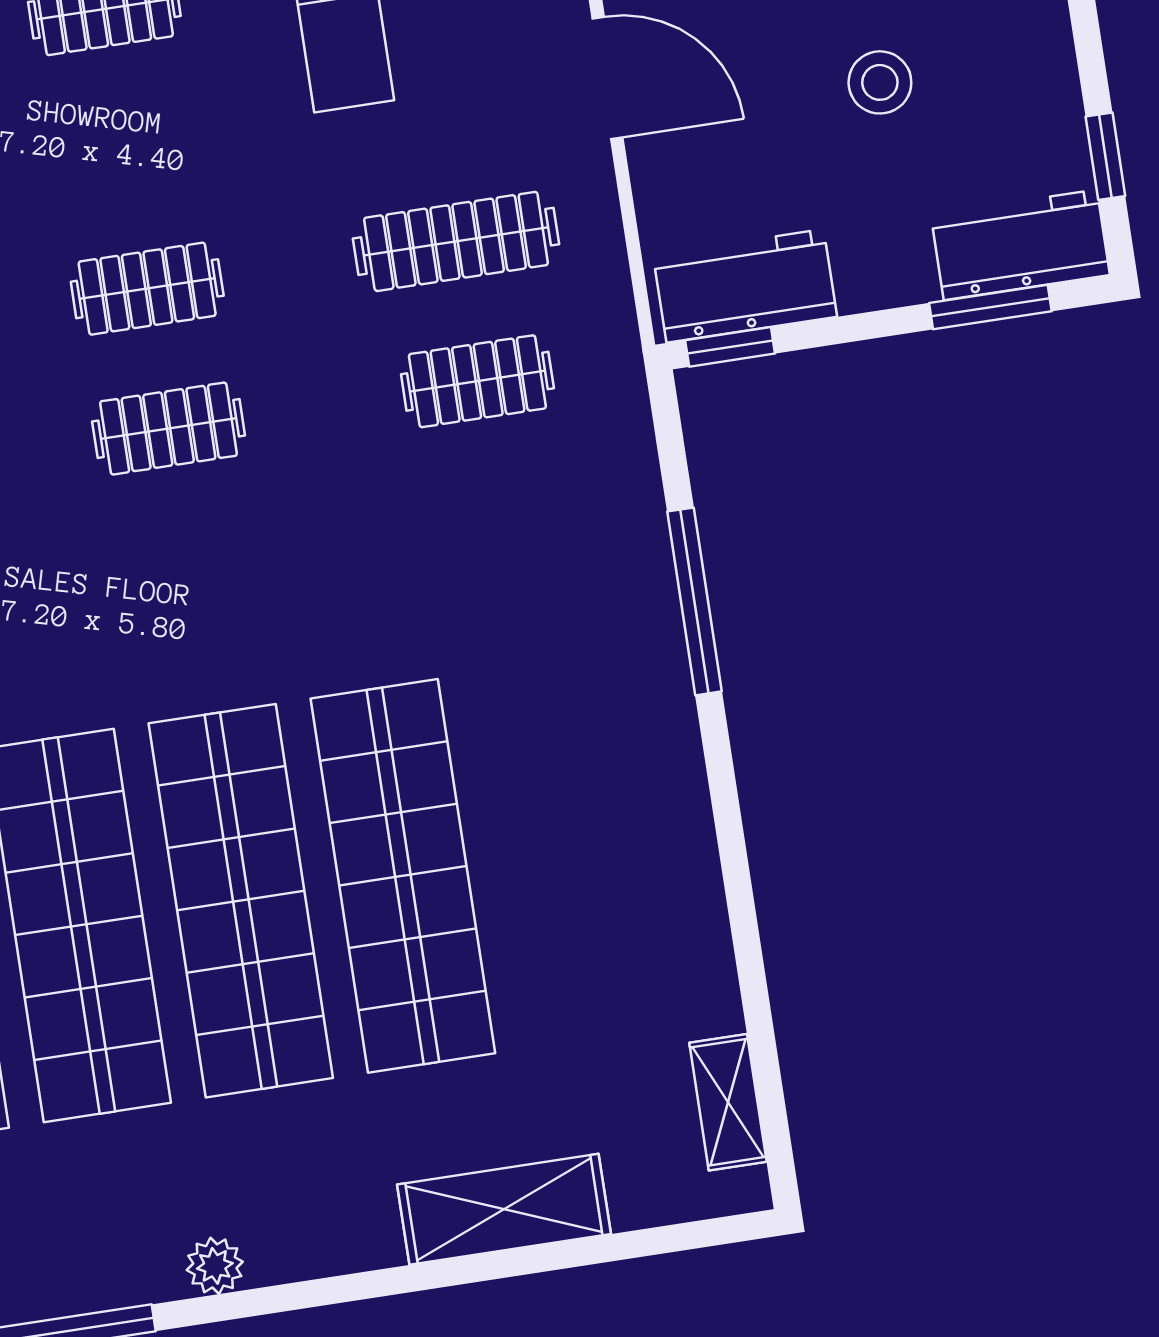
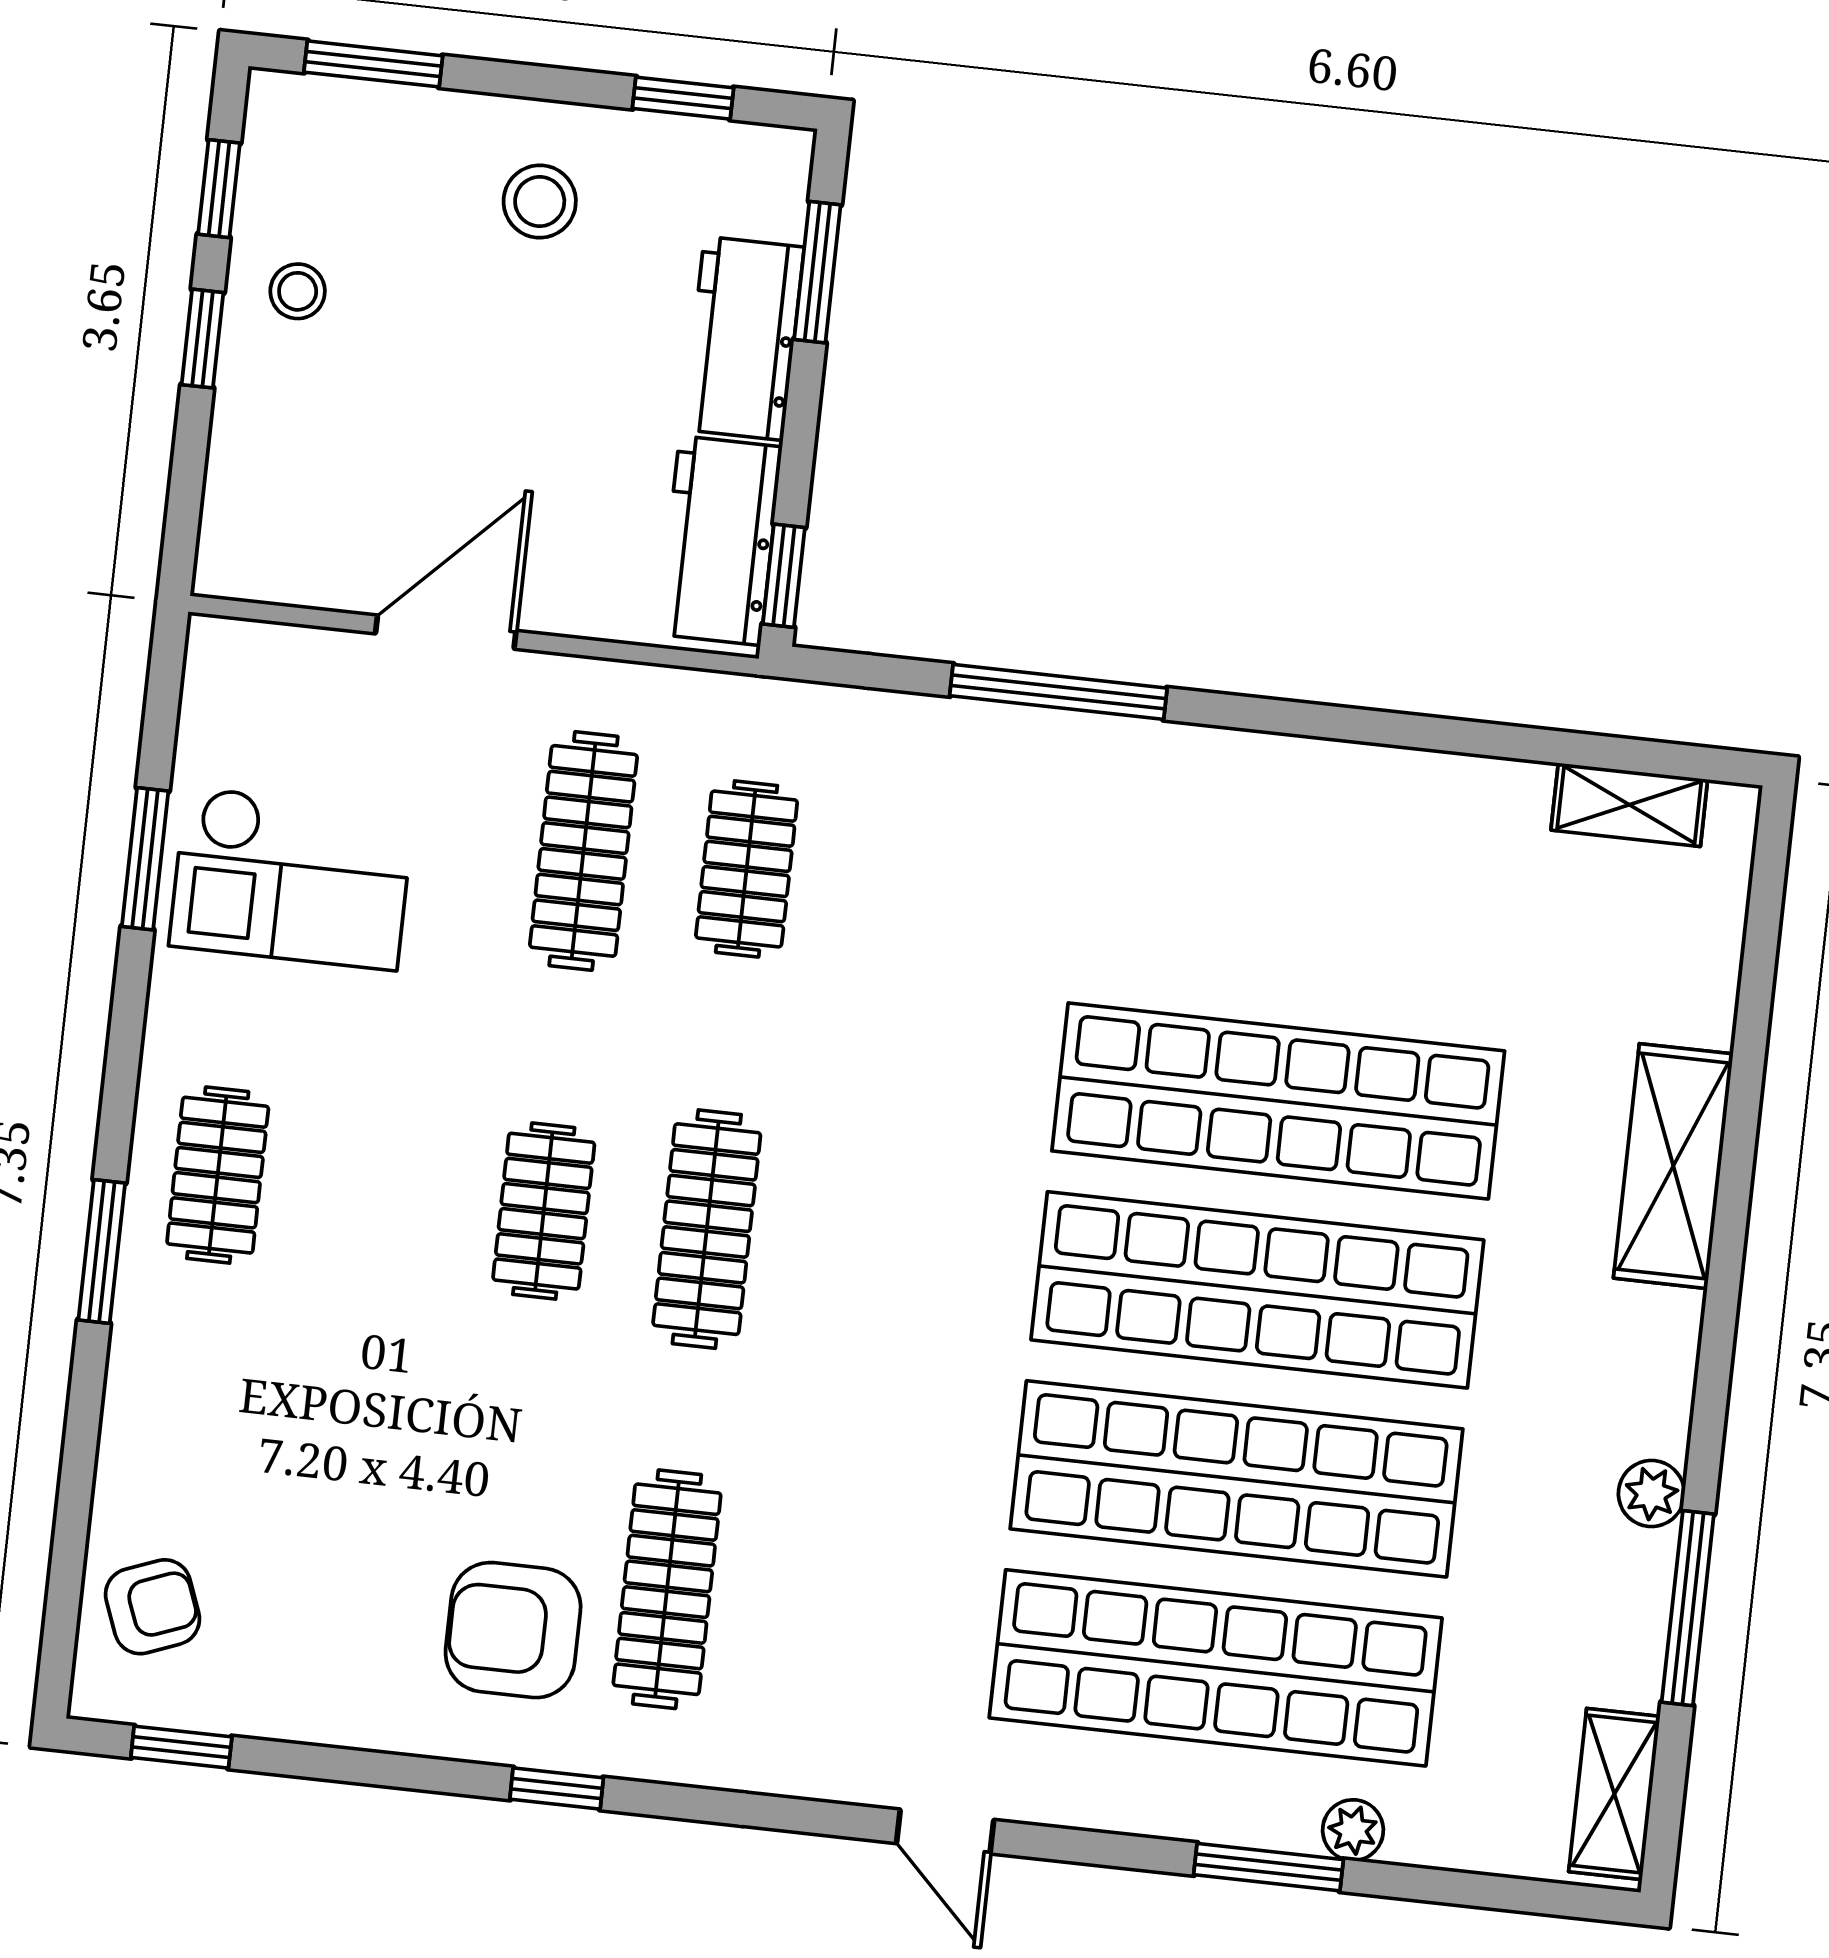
stool: (880, 82) -> (540, 201), moved
workbench: (1020, 245) -> (744, 338), moved
clothes rail: (169, 429) -> (707, 1229), width x1.36
shelving: (504, 1209) -> (1673, 1166), moved
plant: (215, 1266) -> (1651, 1493), moved

